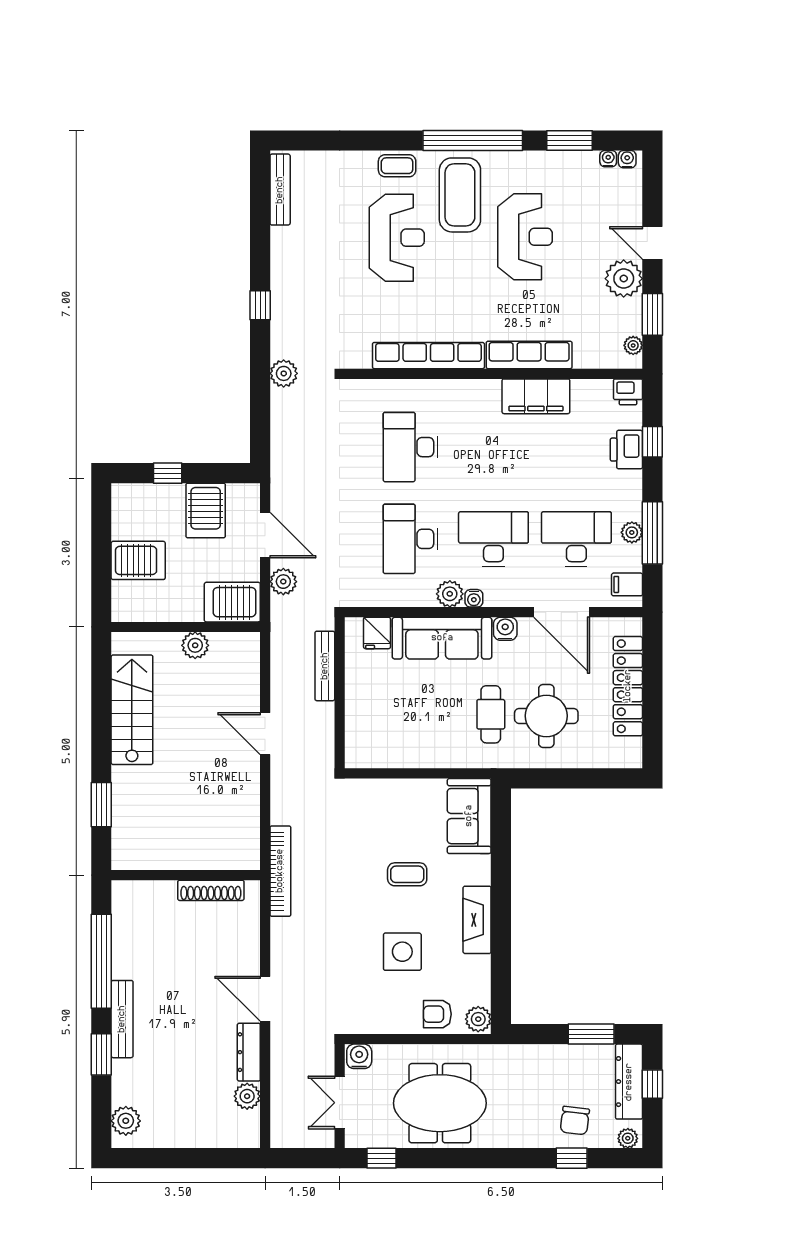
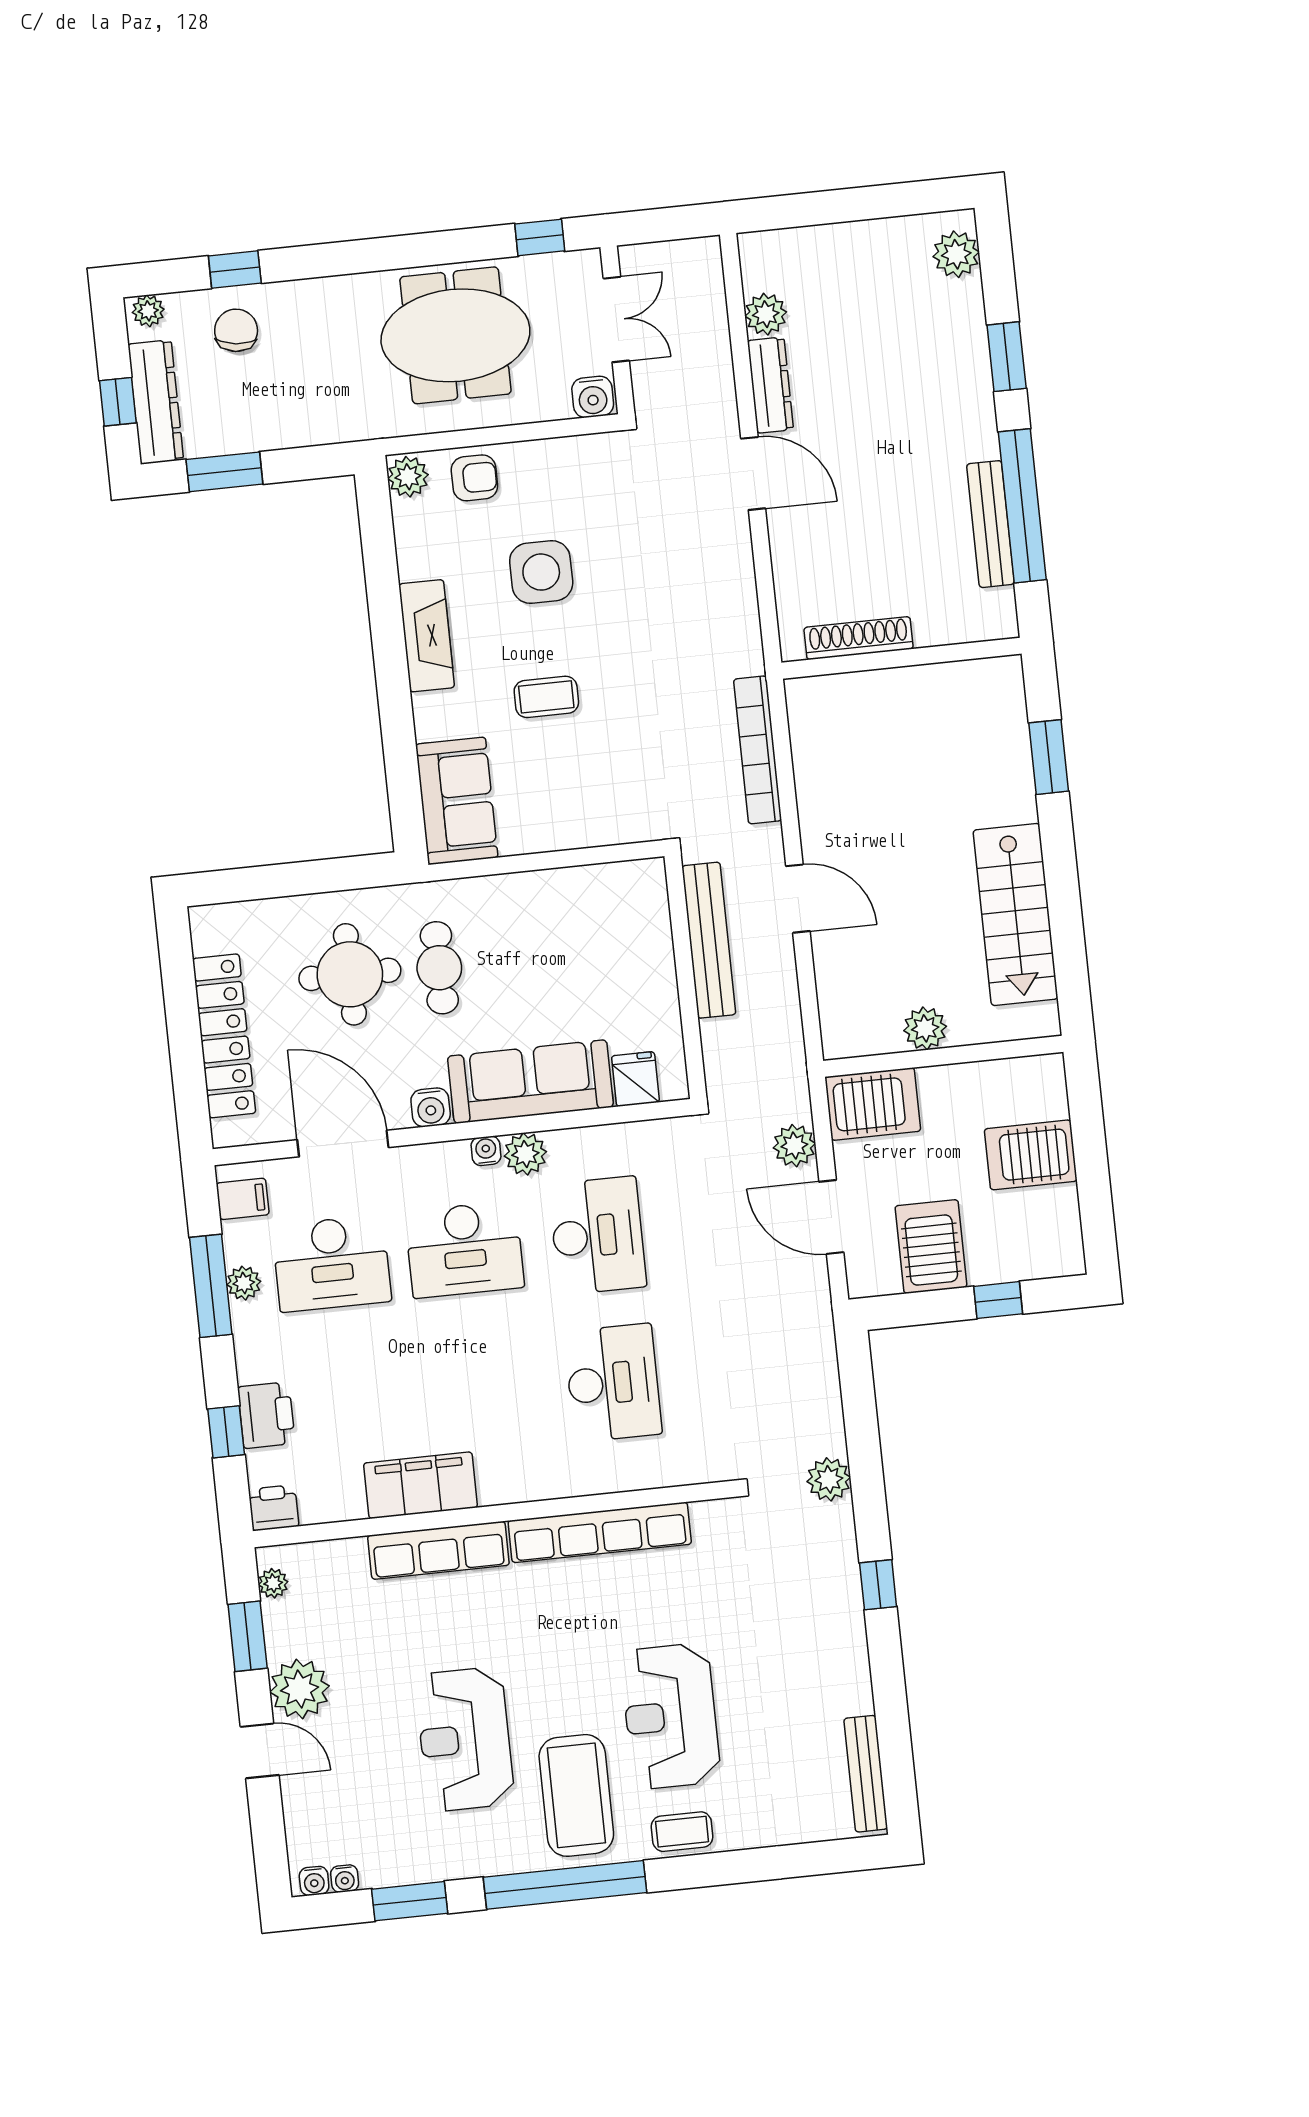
bench: (325, 666) -> (709, 940), moved, width x1.37, depth x1.21
bookcase: (280, 871) -> (758, 750), moved
bench: (122, 1019) -> (990, 524), moved

